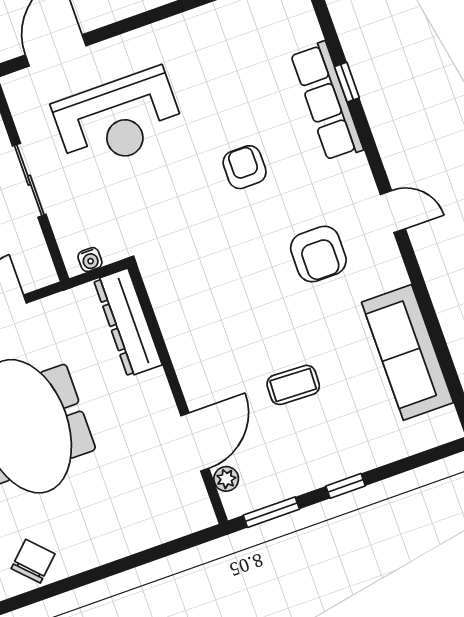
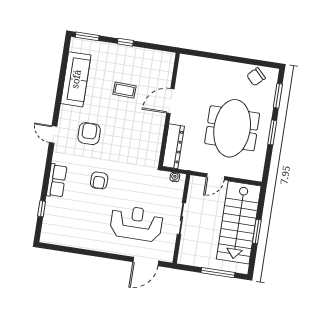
window: (347, 82) -> (42, 209), moved
row of seats: (327, 101) -> (57, 181), width x0.68
door: (195, 442) -> (170, 101), moved
plant: (226, 479) -> (168, 69), removed
window: (271, 512) -> (87, 36), moved

